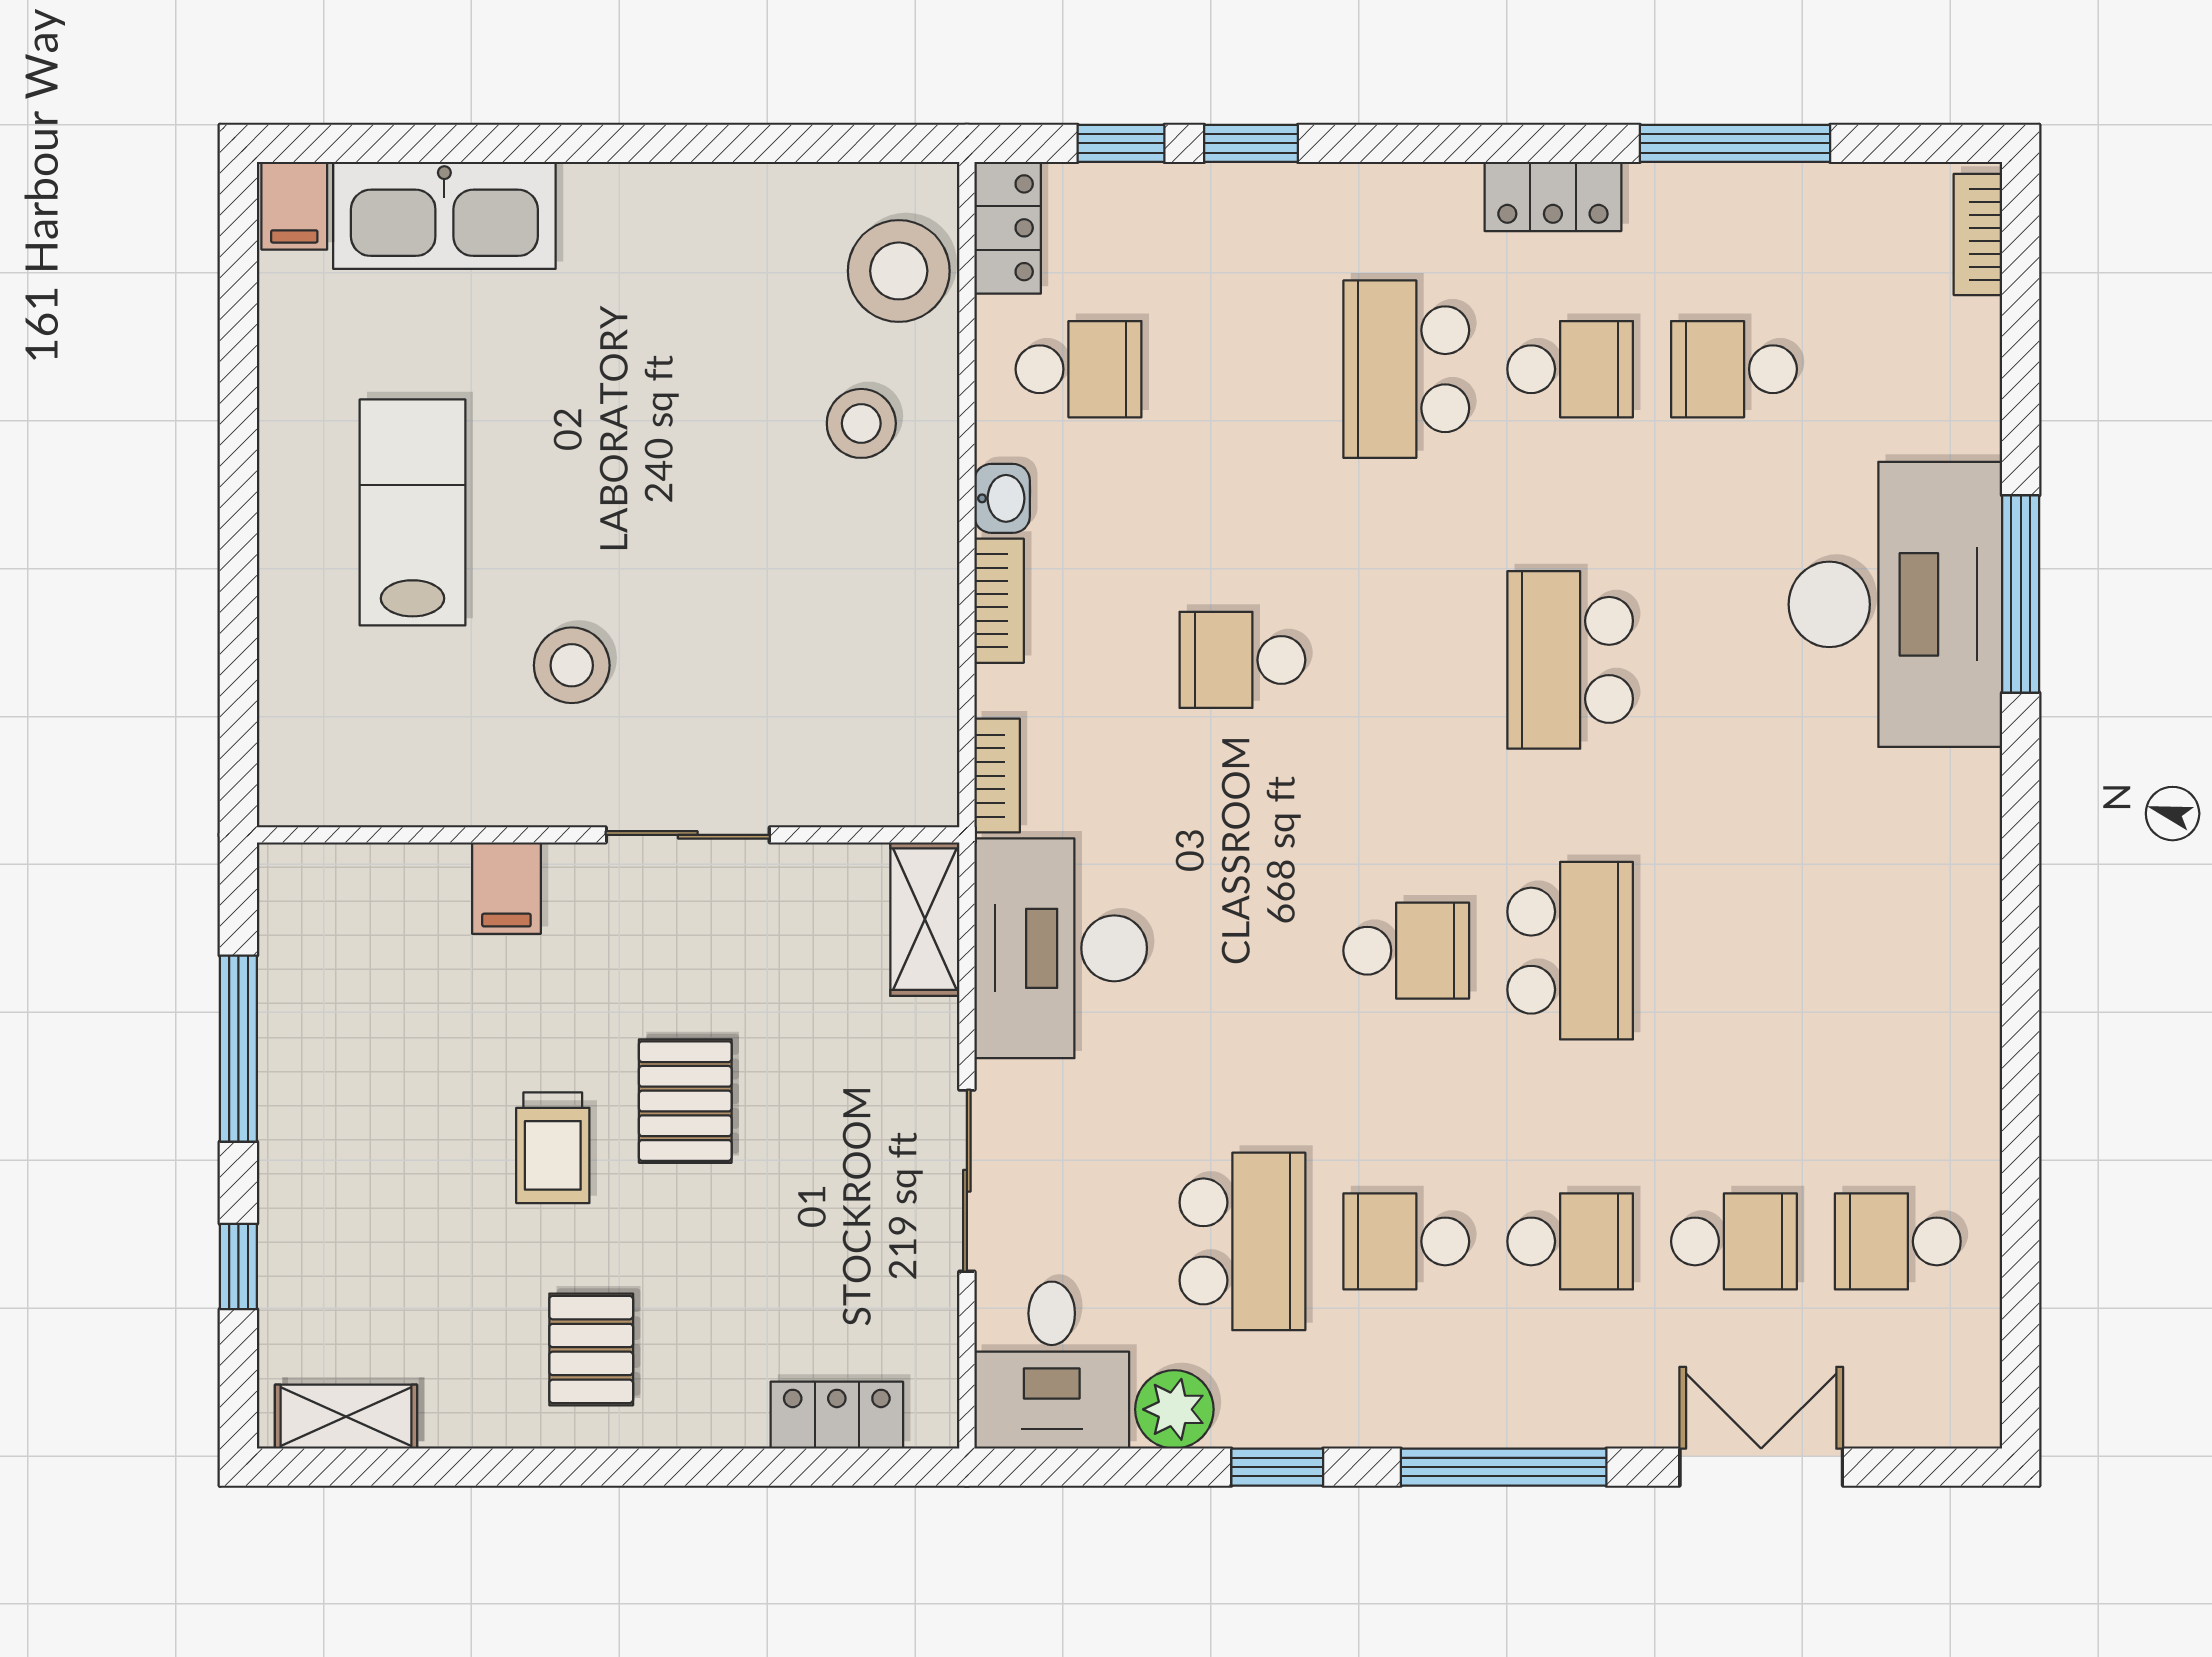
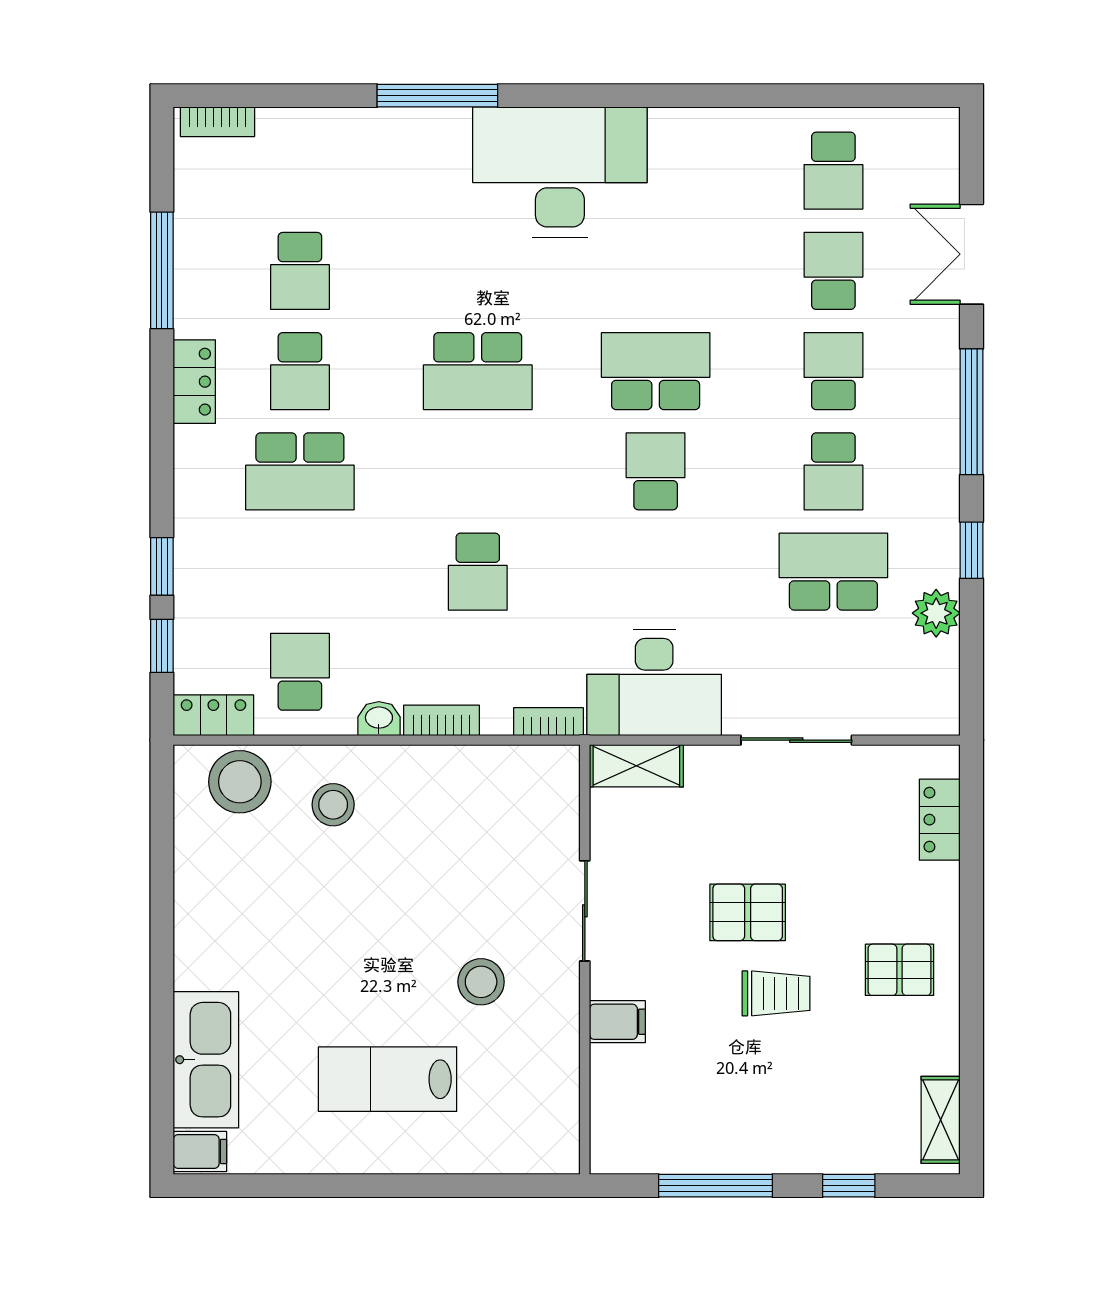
school desk: (1570, 369) -> (300, 371), turned 180
desk: (1895, 604) -> (560, 172), moved
desk: (1052, 1365) -> (909, 688), removed

